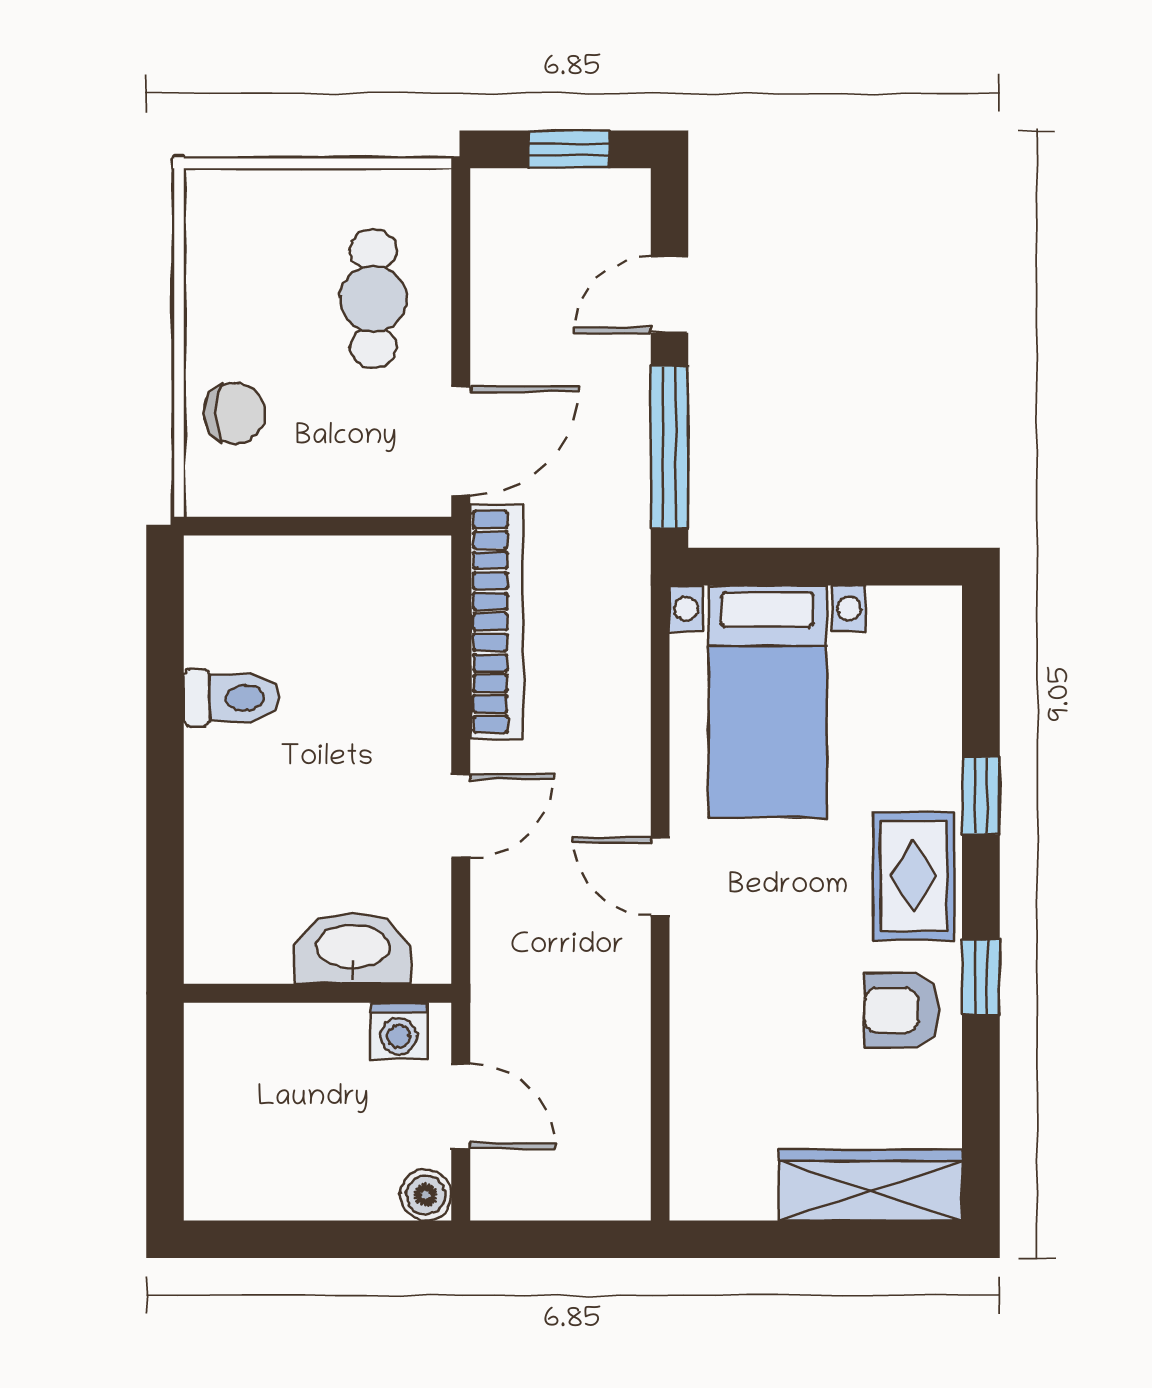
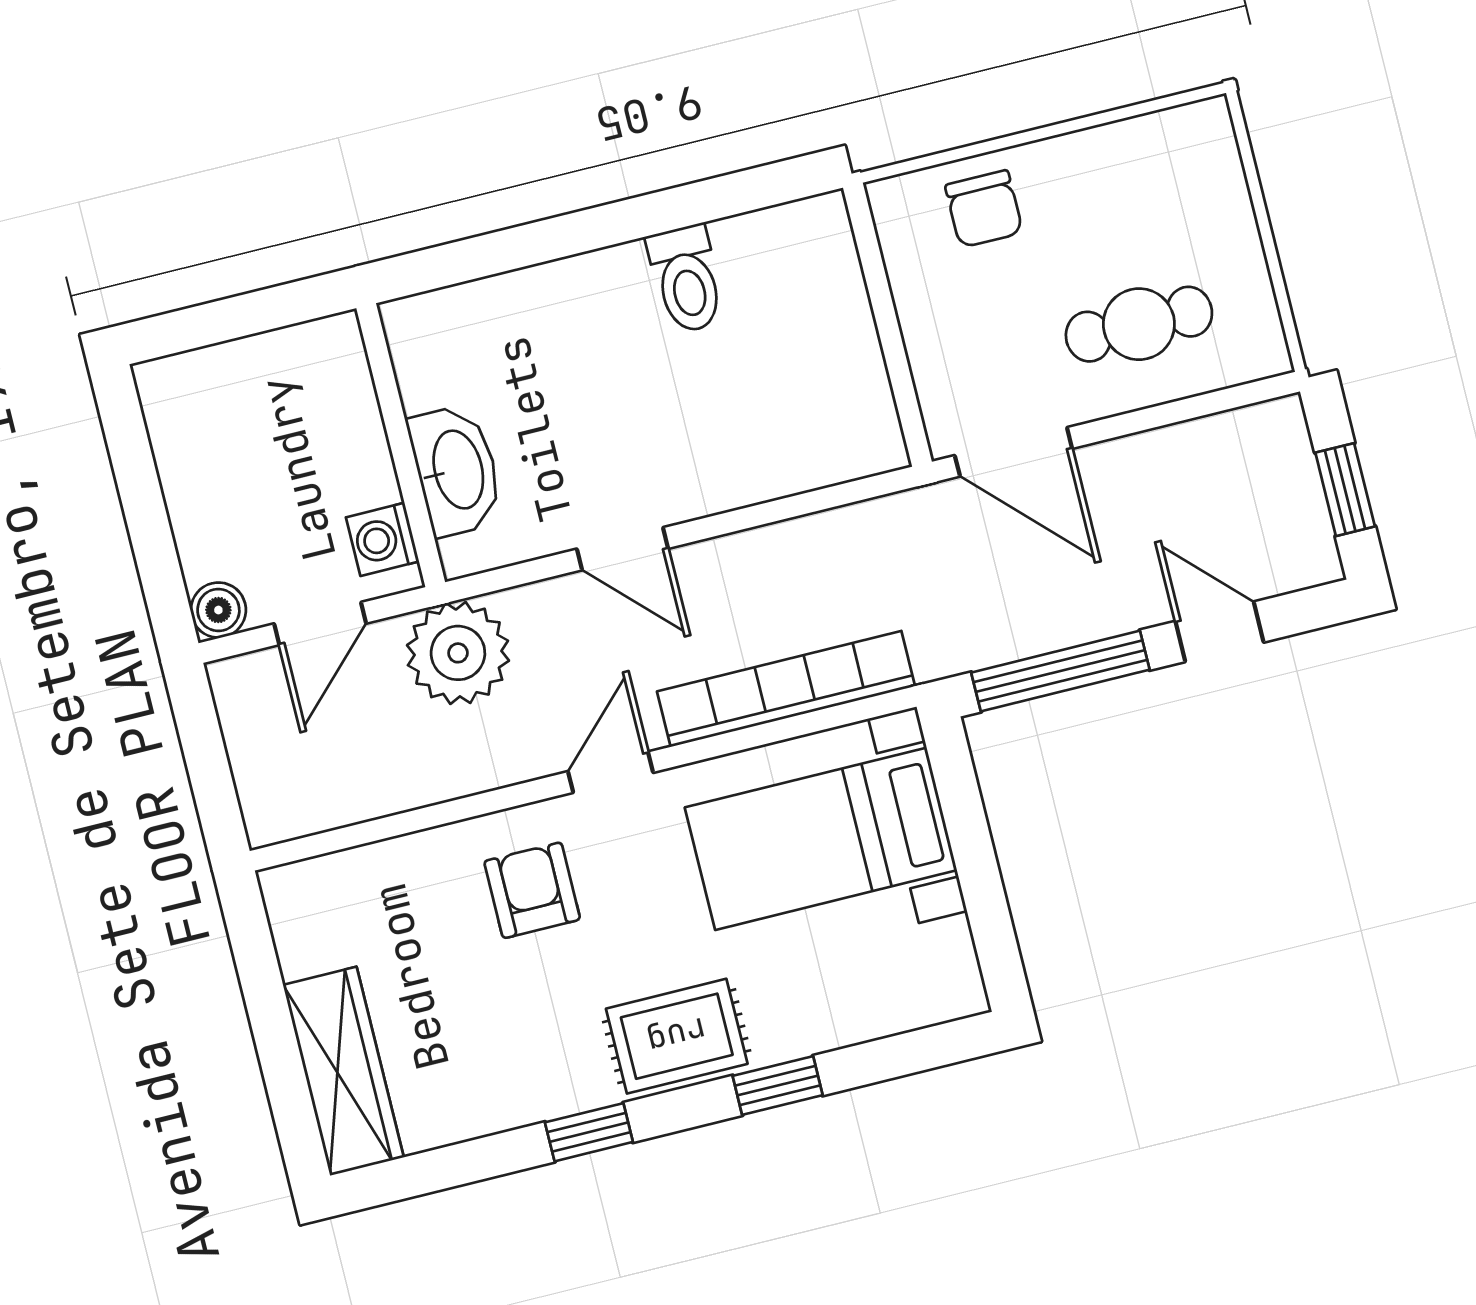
bookcase: (497, 622) -> (786, 689), moved, turned 180
plant: (518, 988) -> (458, 653), added
armchair: (902, 1010) -> (532, 890), moved

